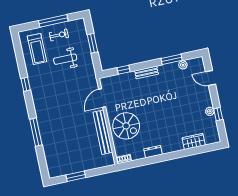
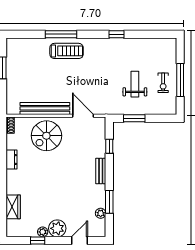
window: (93, 43) -> (134, 118), moved
treadmill: (37, 49) -> (67, 51), moved, turned 180
plant: (204, 99) -> (57, 228), added

